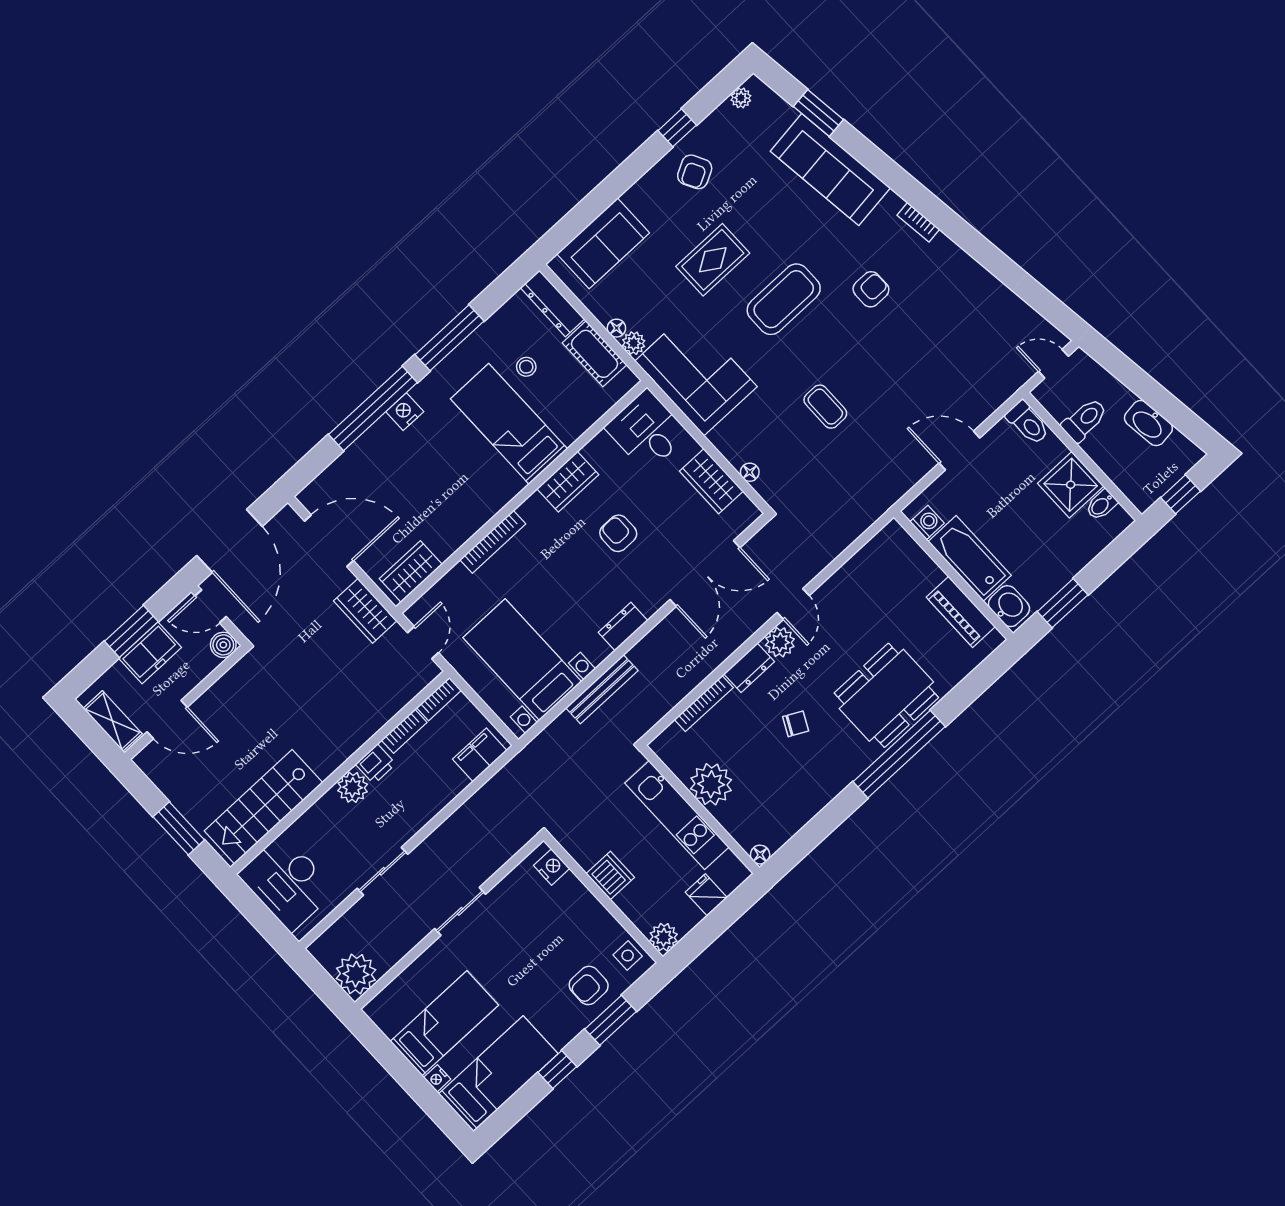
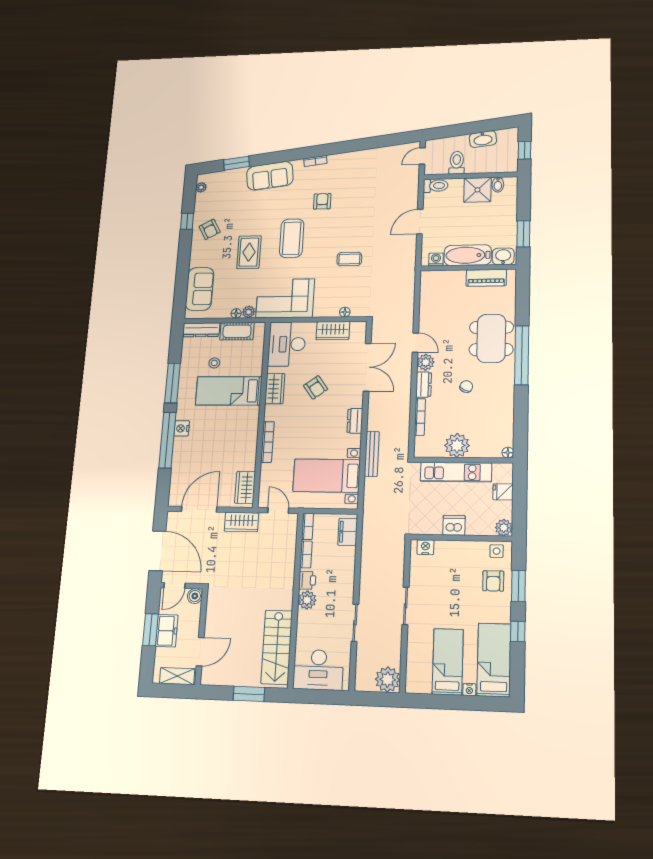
sofa: (830, 169) -> (270, 176), width x0.73
desk: (647, 431) -> (287, 344), width x1.37
armchair: (618, 533) -> (316, 387), turned -126

